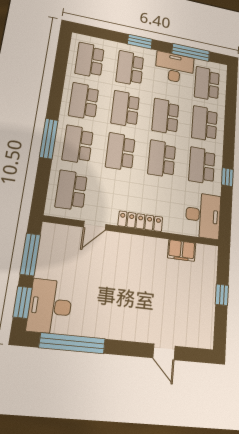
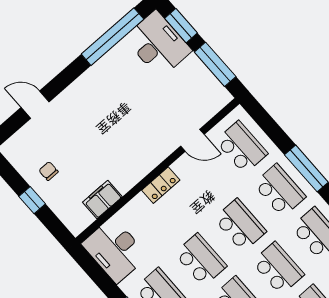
locker: (140, 221) -> (161, 185), width x0.66
door: (95, 226) -> (192, 140), swing flipped
chair: (196, 301) -> (49, 171), added

